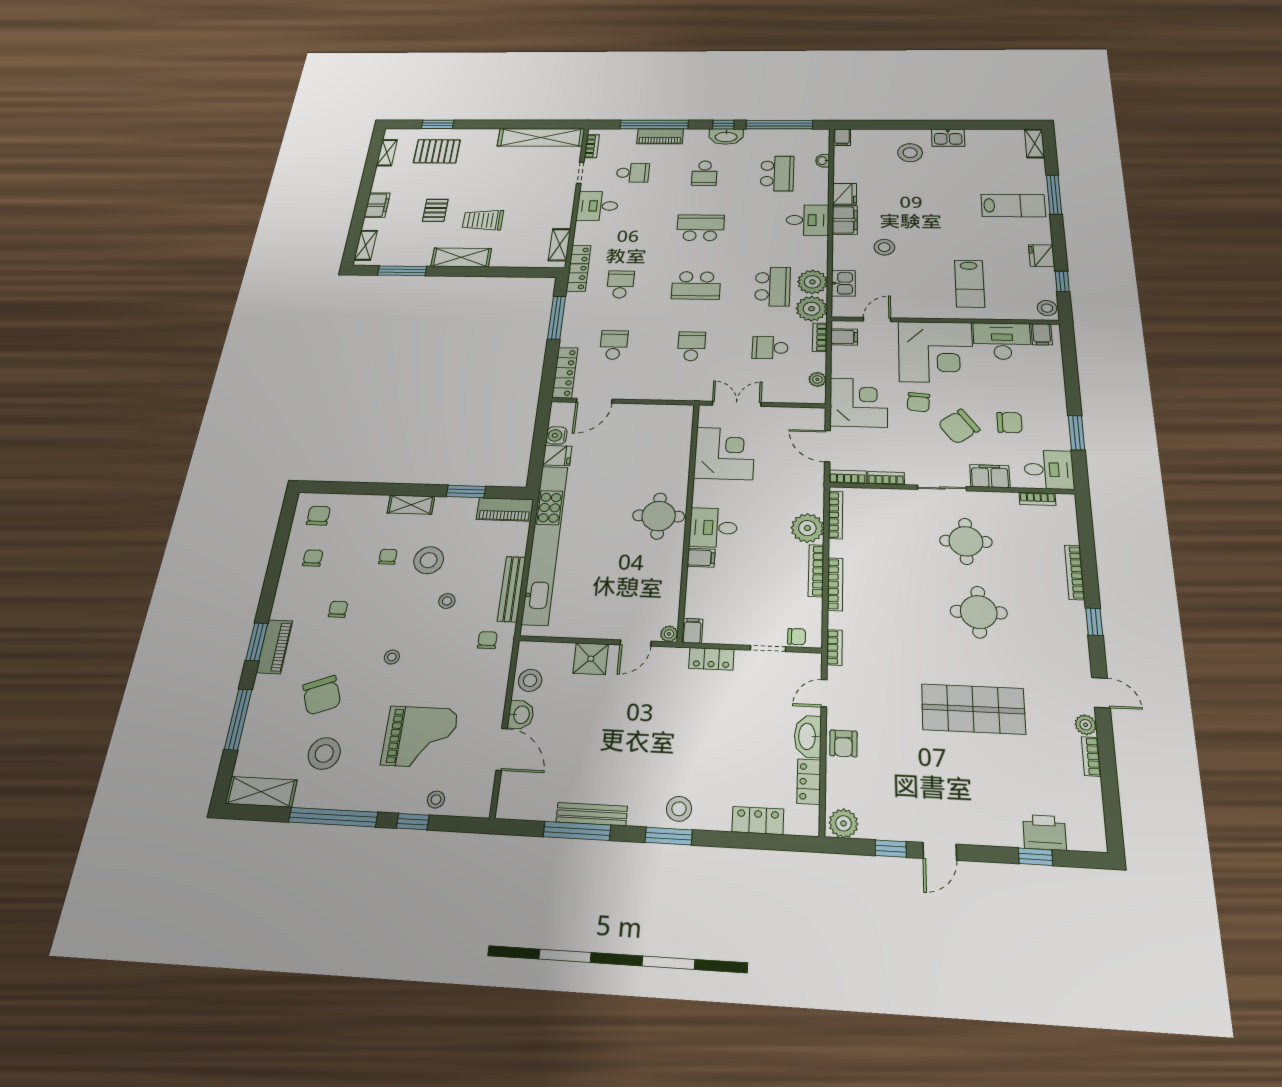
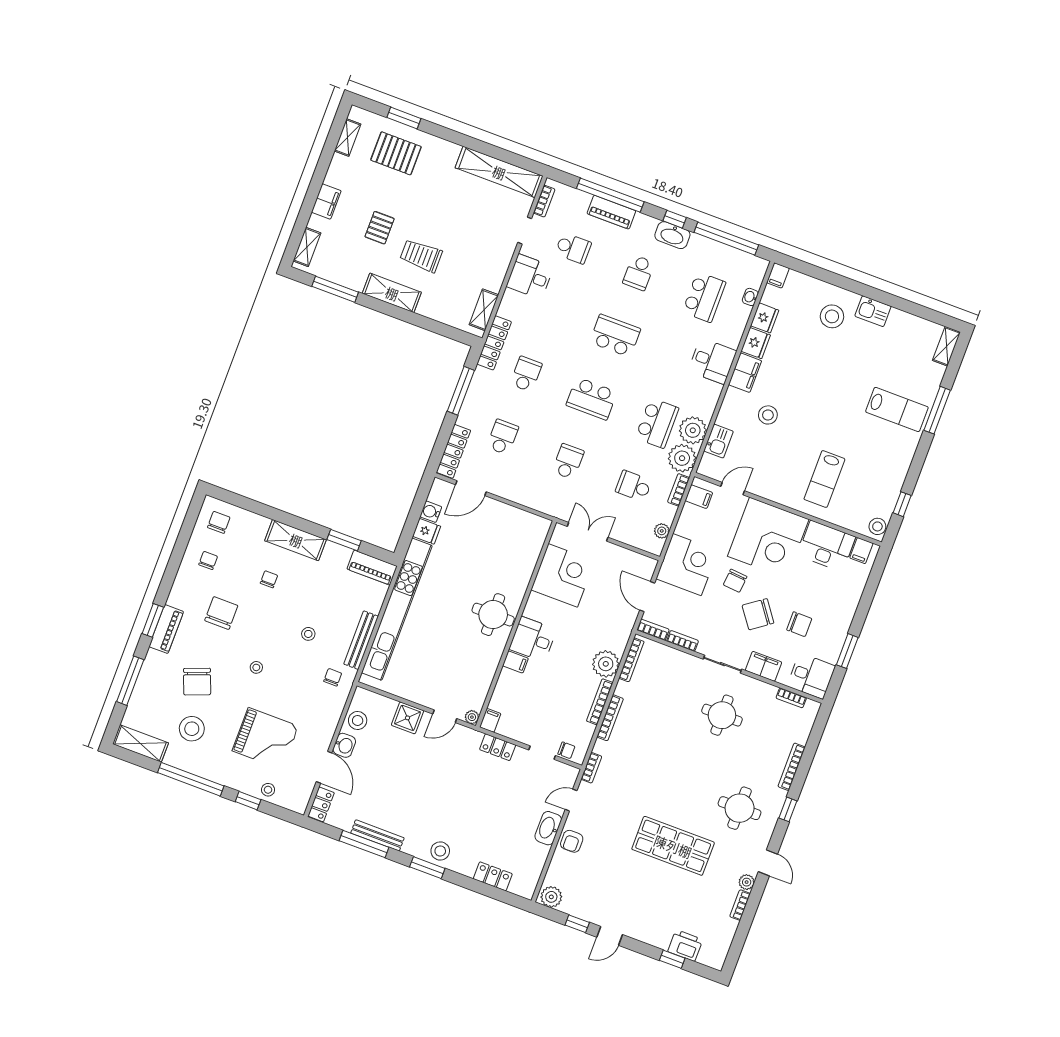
fridge: (1042, 256) -> (765, 318), moved, turned 180
shelving: (411, 505) -> (296, 540), width x1.50, depth x1.33
stool: (429, 560) -> (301, 593), removed
chair: (338, 609) -> (221, 613), width x1.87, depth x1.87
round table: (979, 612) -> (740, 808), moved
locker: (809, 782) -> (321, 804), moved, turned 180

